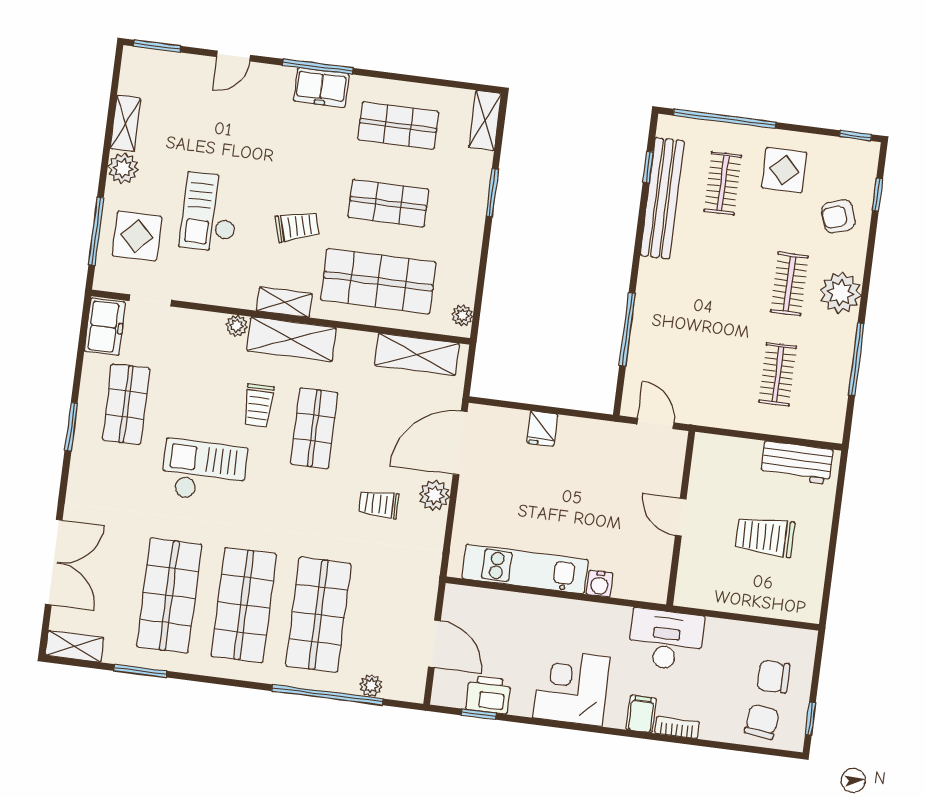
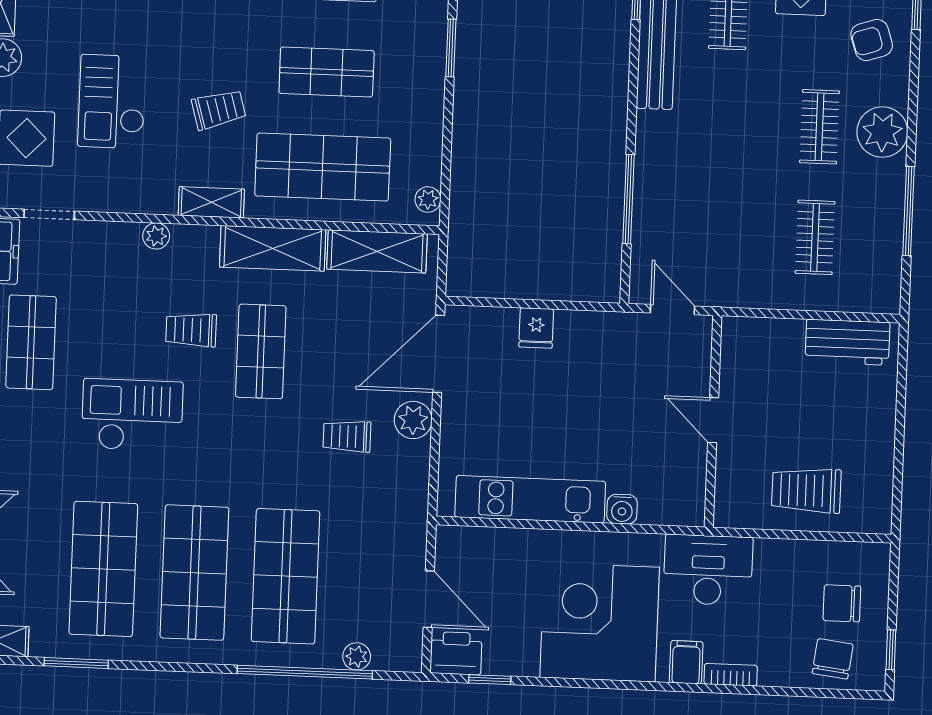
shelving: (292, 339) -> (273, 248), moved
trolley: (259, 406) -> (191, 330), turned 90
trolley: (765, 537) -> (806, 490), moved
corner desk: (571, 688) -> (600, 622), width x1.36, depth x1.36
printer: (488, 695) -> (456, 653), moved

